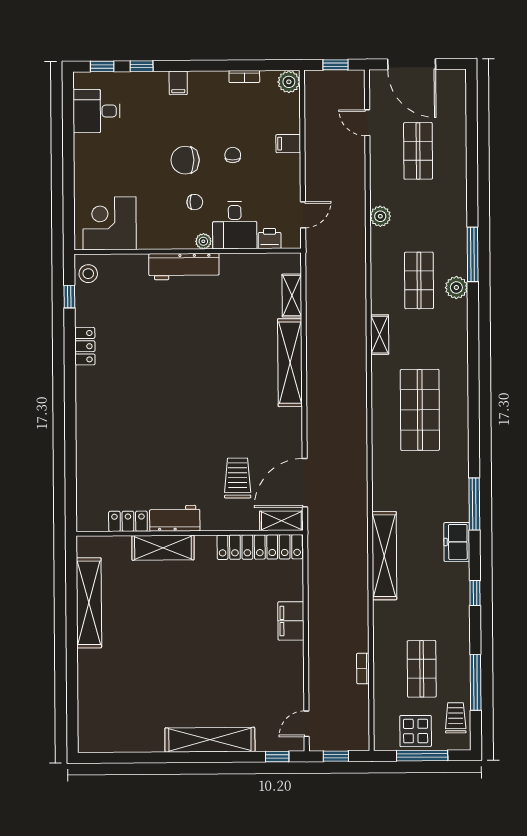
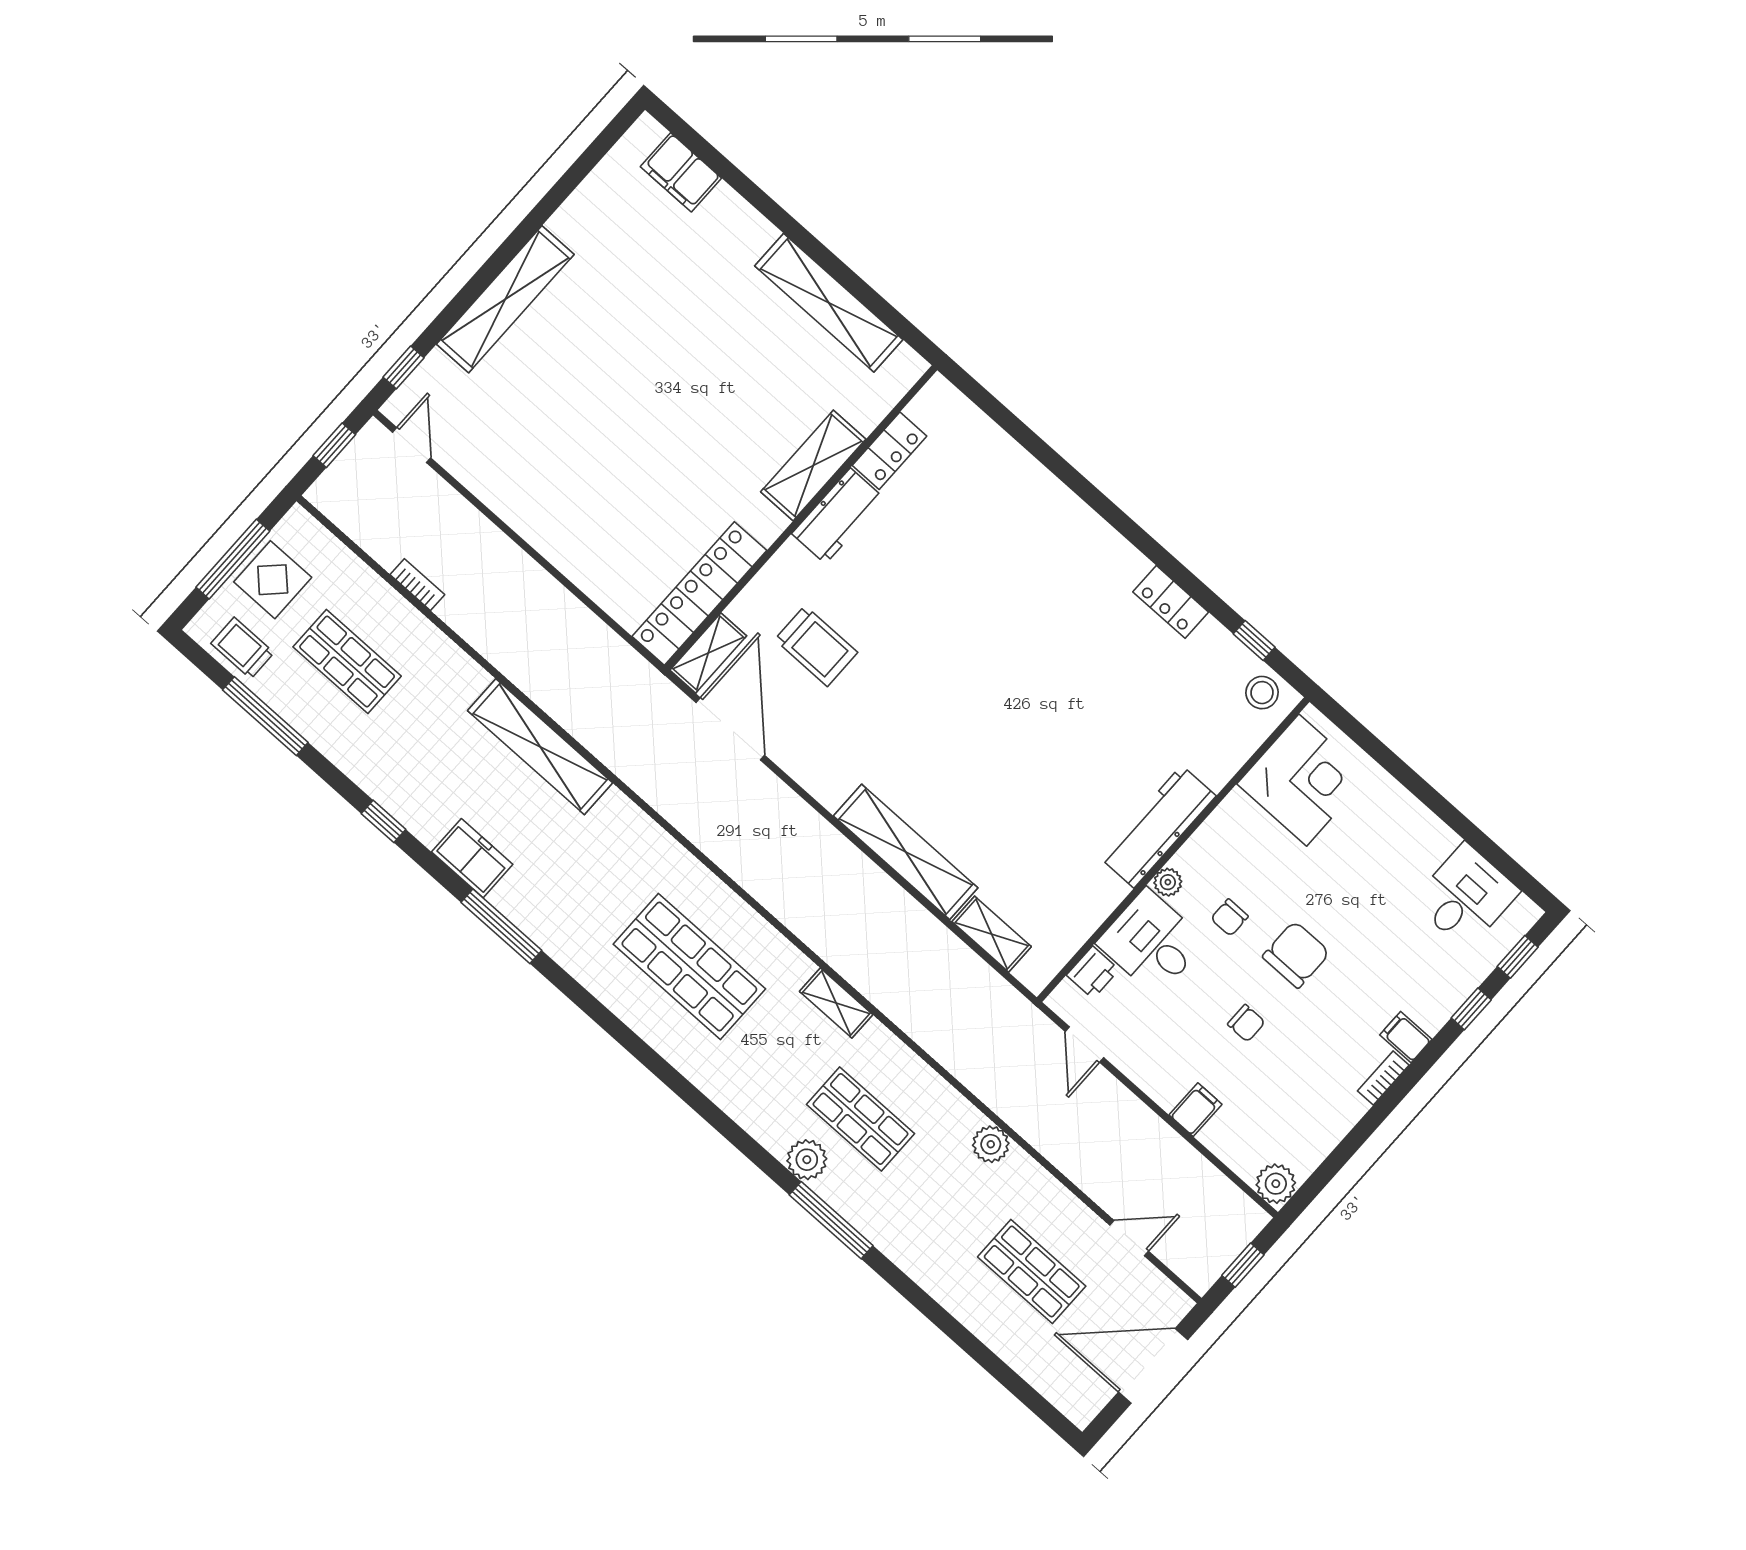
bookcase: (244, 77) -> (1383, 1078), moved
filing cabinet: (291, 621) -> (681, 172), moved, turned 180
trolley: (456, 718) -> (242, 648), turned 180

